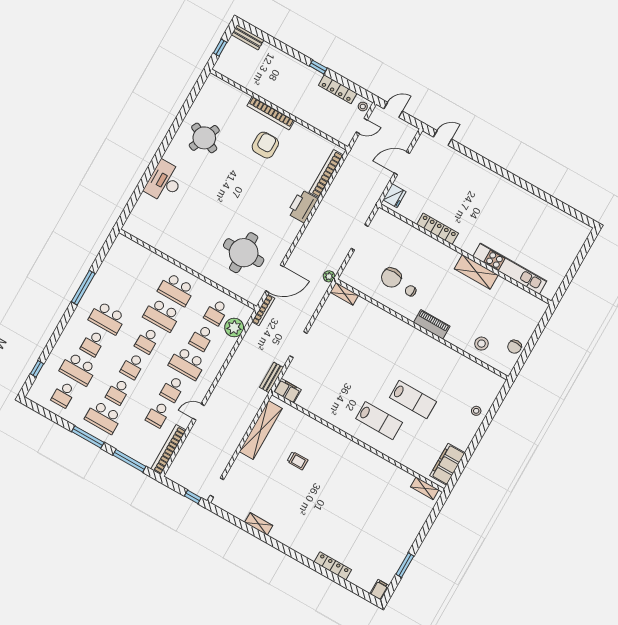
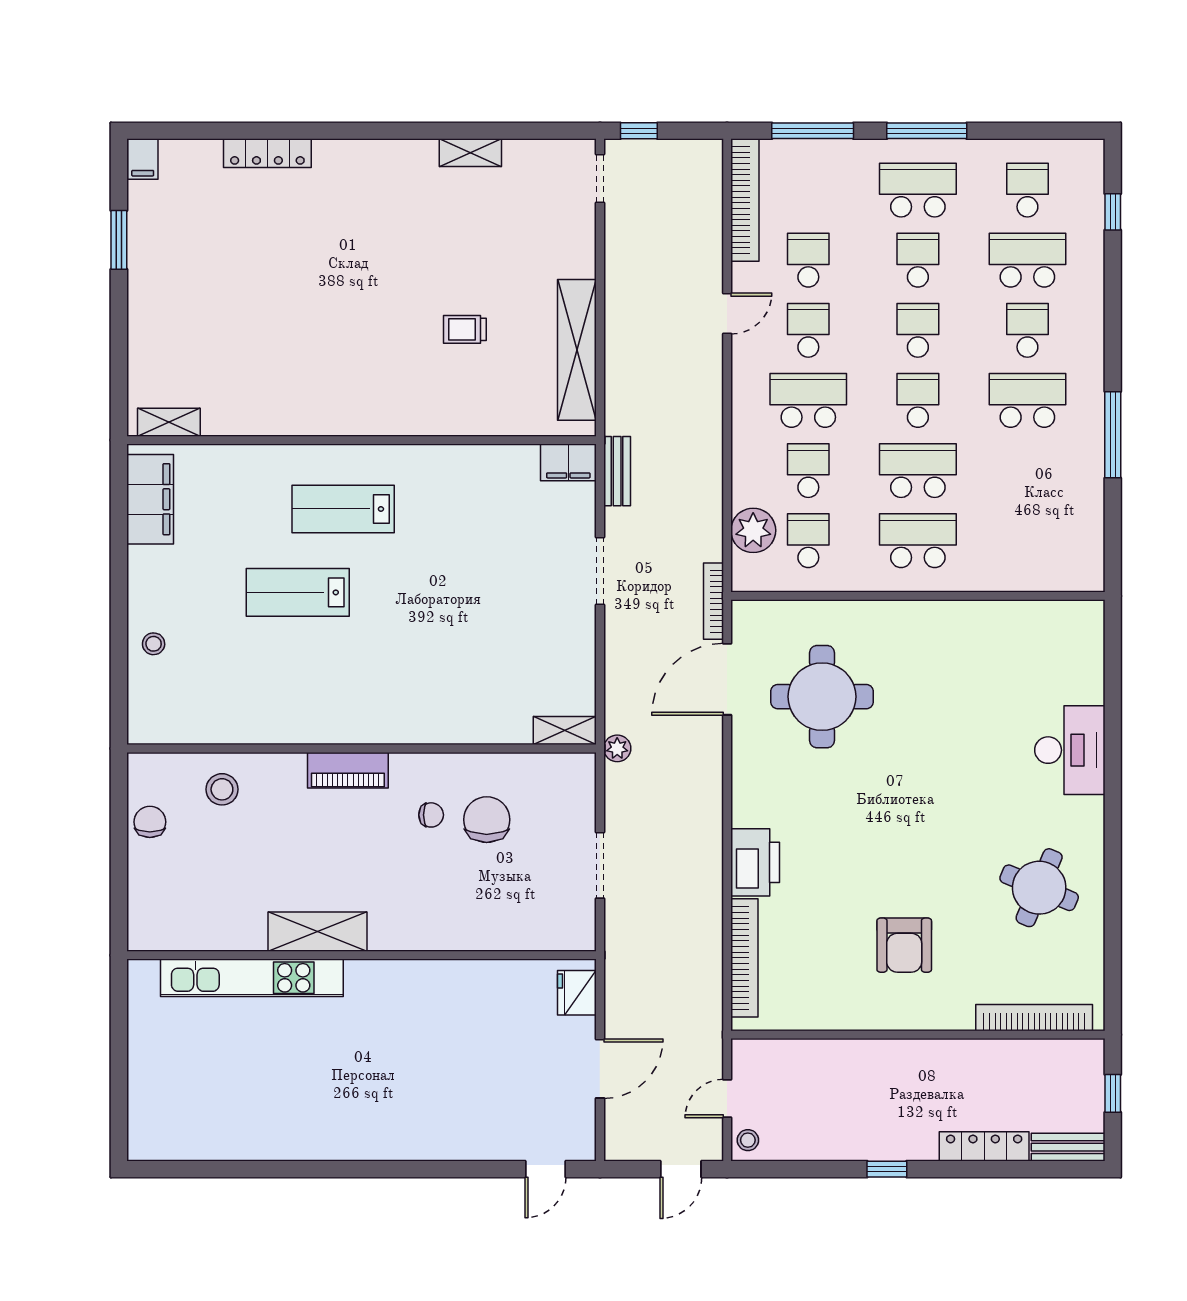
locker: (338, 89) -> (984, 1146), moved
bookcase: (271, 113) -> (1034, 1018), moved
locker: (438, 229) -> (448, 975), removed

